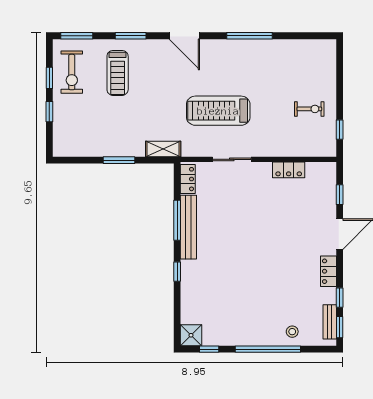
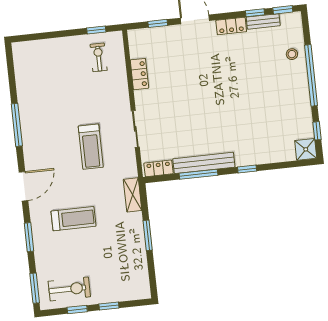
treadmill: (118, 73) -> (74, 219), moved
exercise bike: (309, 109) -> (99, 57), moved
treadmill: (218, 111) -> (91, 147), width x0.73, depth x0.73
bench: (330, 322) -> (263, 21), moved

